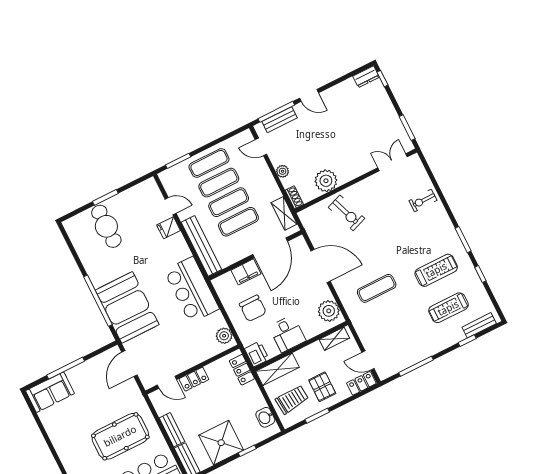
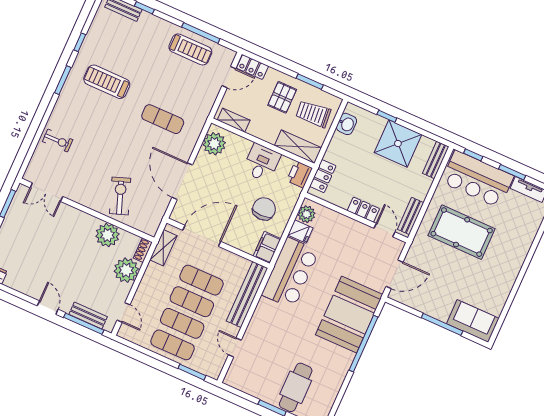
plant: (283, 171) -> (126, 270), width x1.87, depth x1.87
fridge: (169, 228) -> (300, 232), moved
filing cabinet: (246, 272) -> (267, 247), moved, turned -90
treadmill: (448, 308) -> (190, 49), moved
door: (368, 360) -> (229, 77), hinge flipped
bench: (172, 430) -> (411, 216), moved

